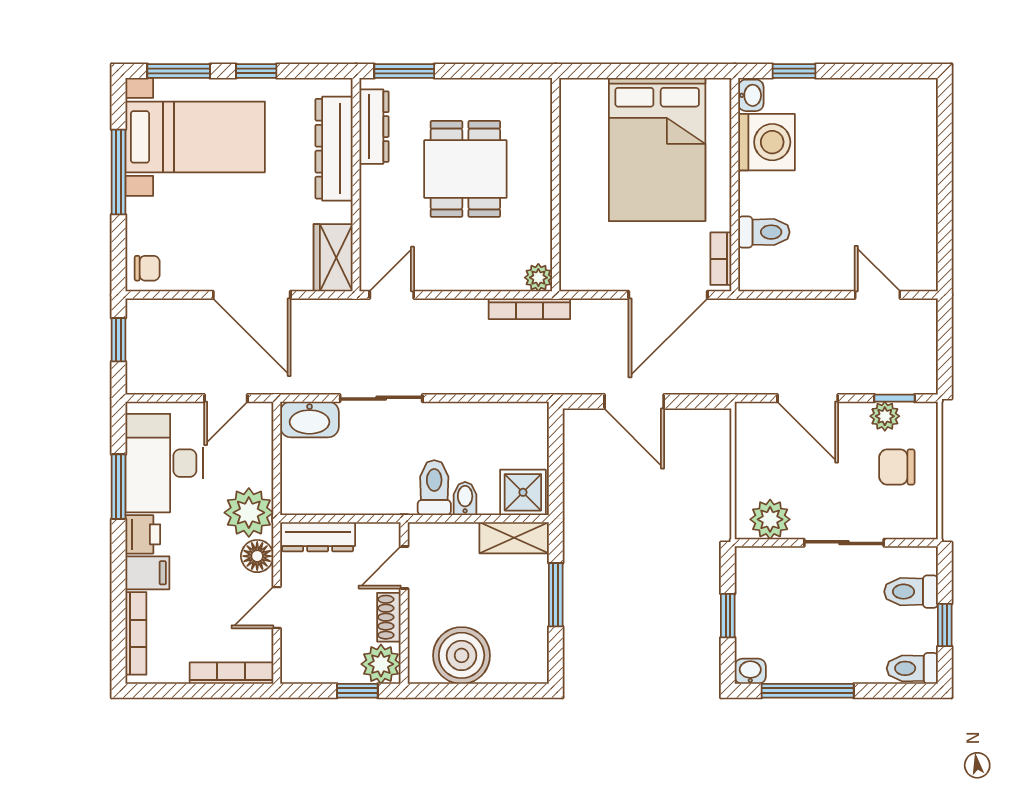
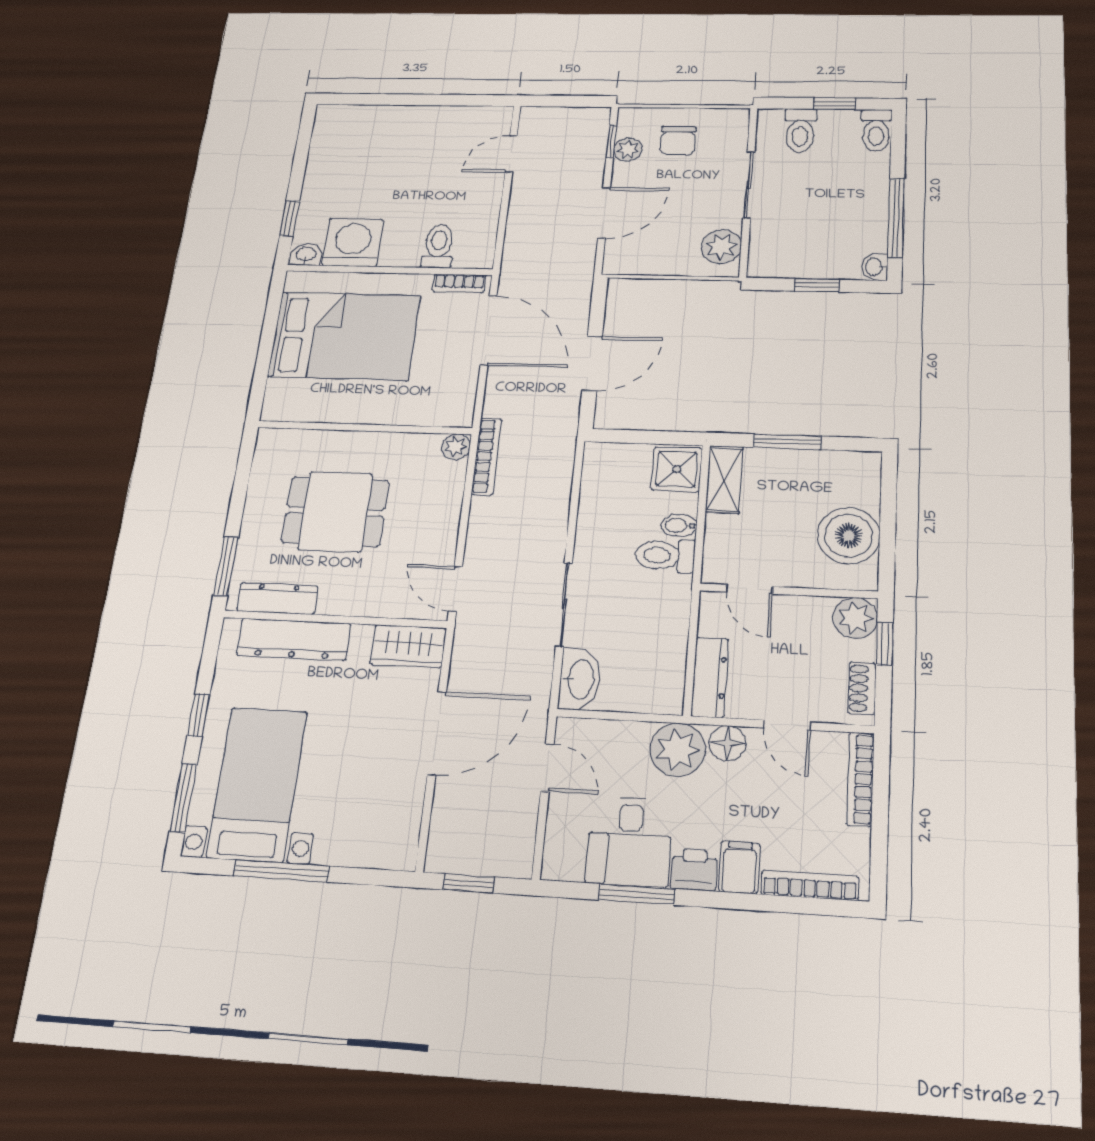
chair: (147, 268) -> (393, 846), removed
desk: (164, 463) -> (629, 841), width x0.73
shoe rack: (389, 617) -> (862, 688), moved, turned 90

